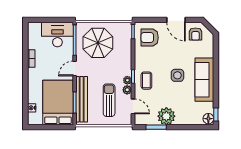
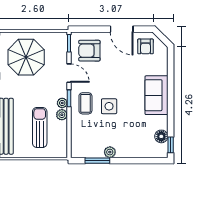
side table: (177, 75) -> (109, 106), moved
sofa: (204, 80) -> (156, 95), width x0.73
door: (133, 106) -> (69, 73), moved
plant: (166, 116) -> (110, 152), width x0.53, depth x0.53
floor lamp: (208, 119) -> (161, 136), moved

